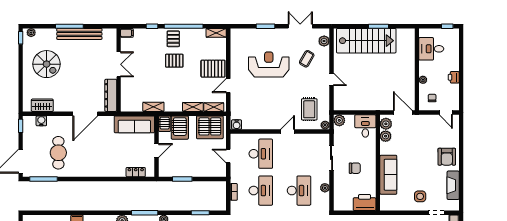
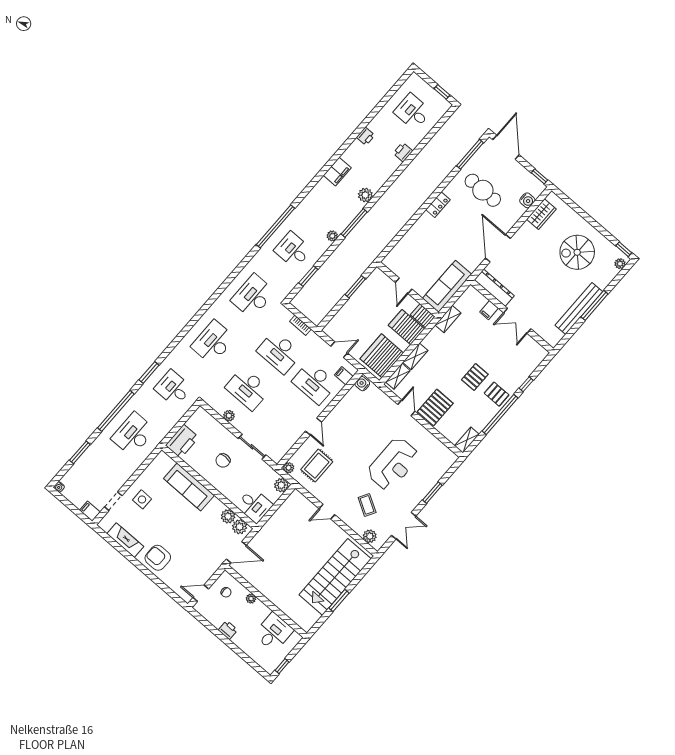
filing cabinet: (127, 33) -> (489, 310), moved
rug: (309, 109) -> (317, 466), turned 90
filing cabinet: (241, 140) -> (344, 376), added
locker: (136, 172) -> (438, 205), moved

